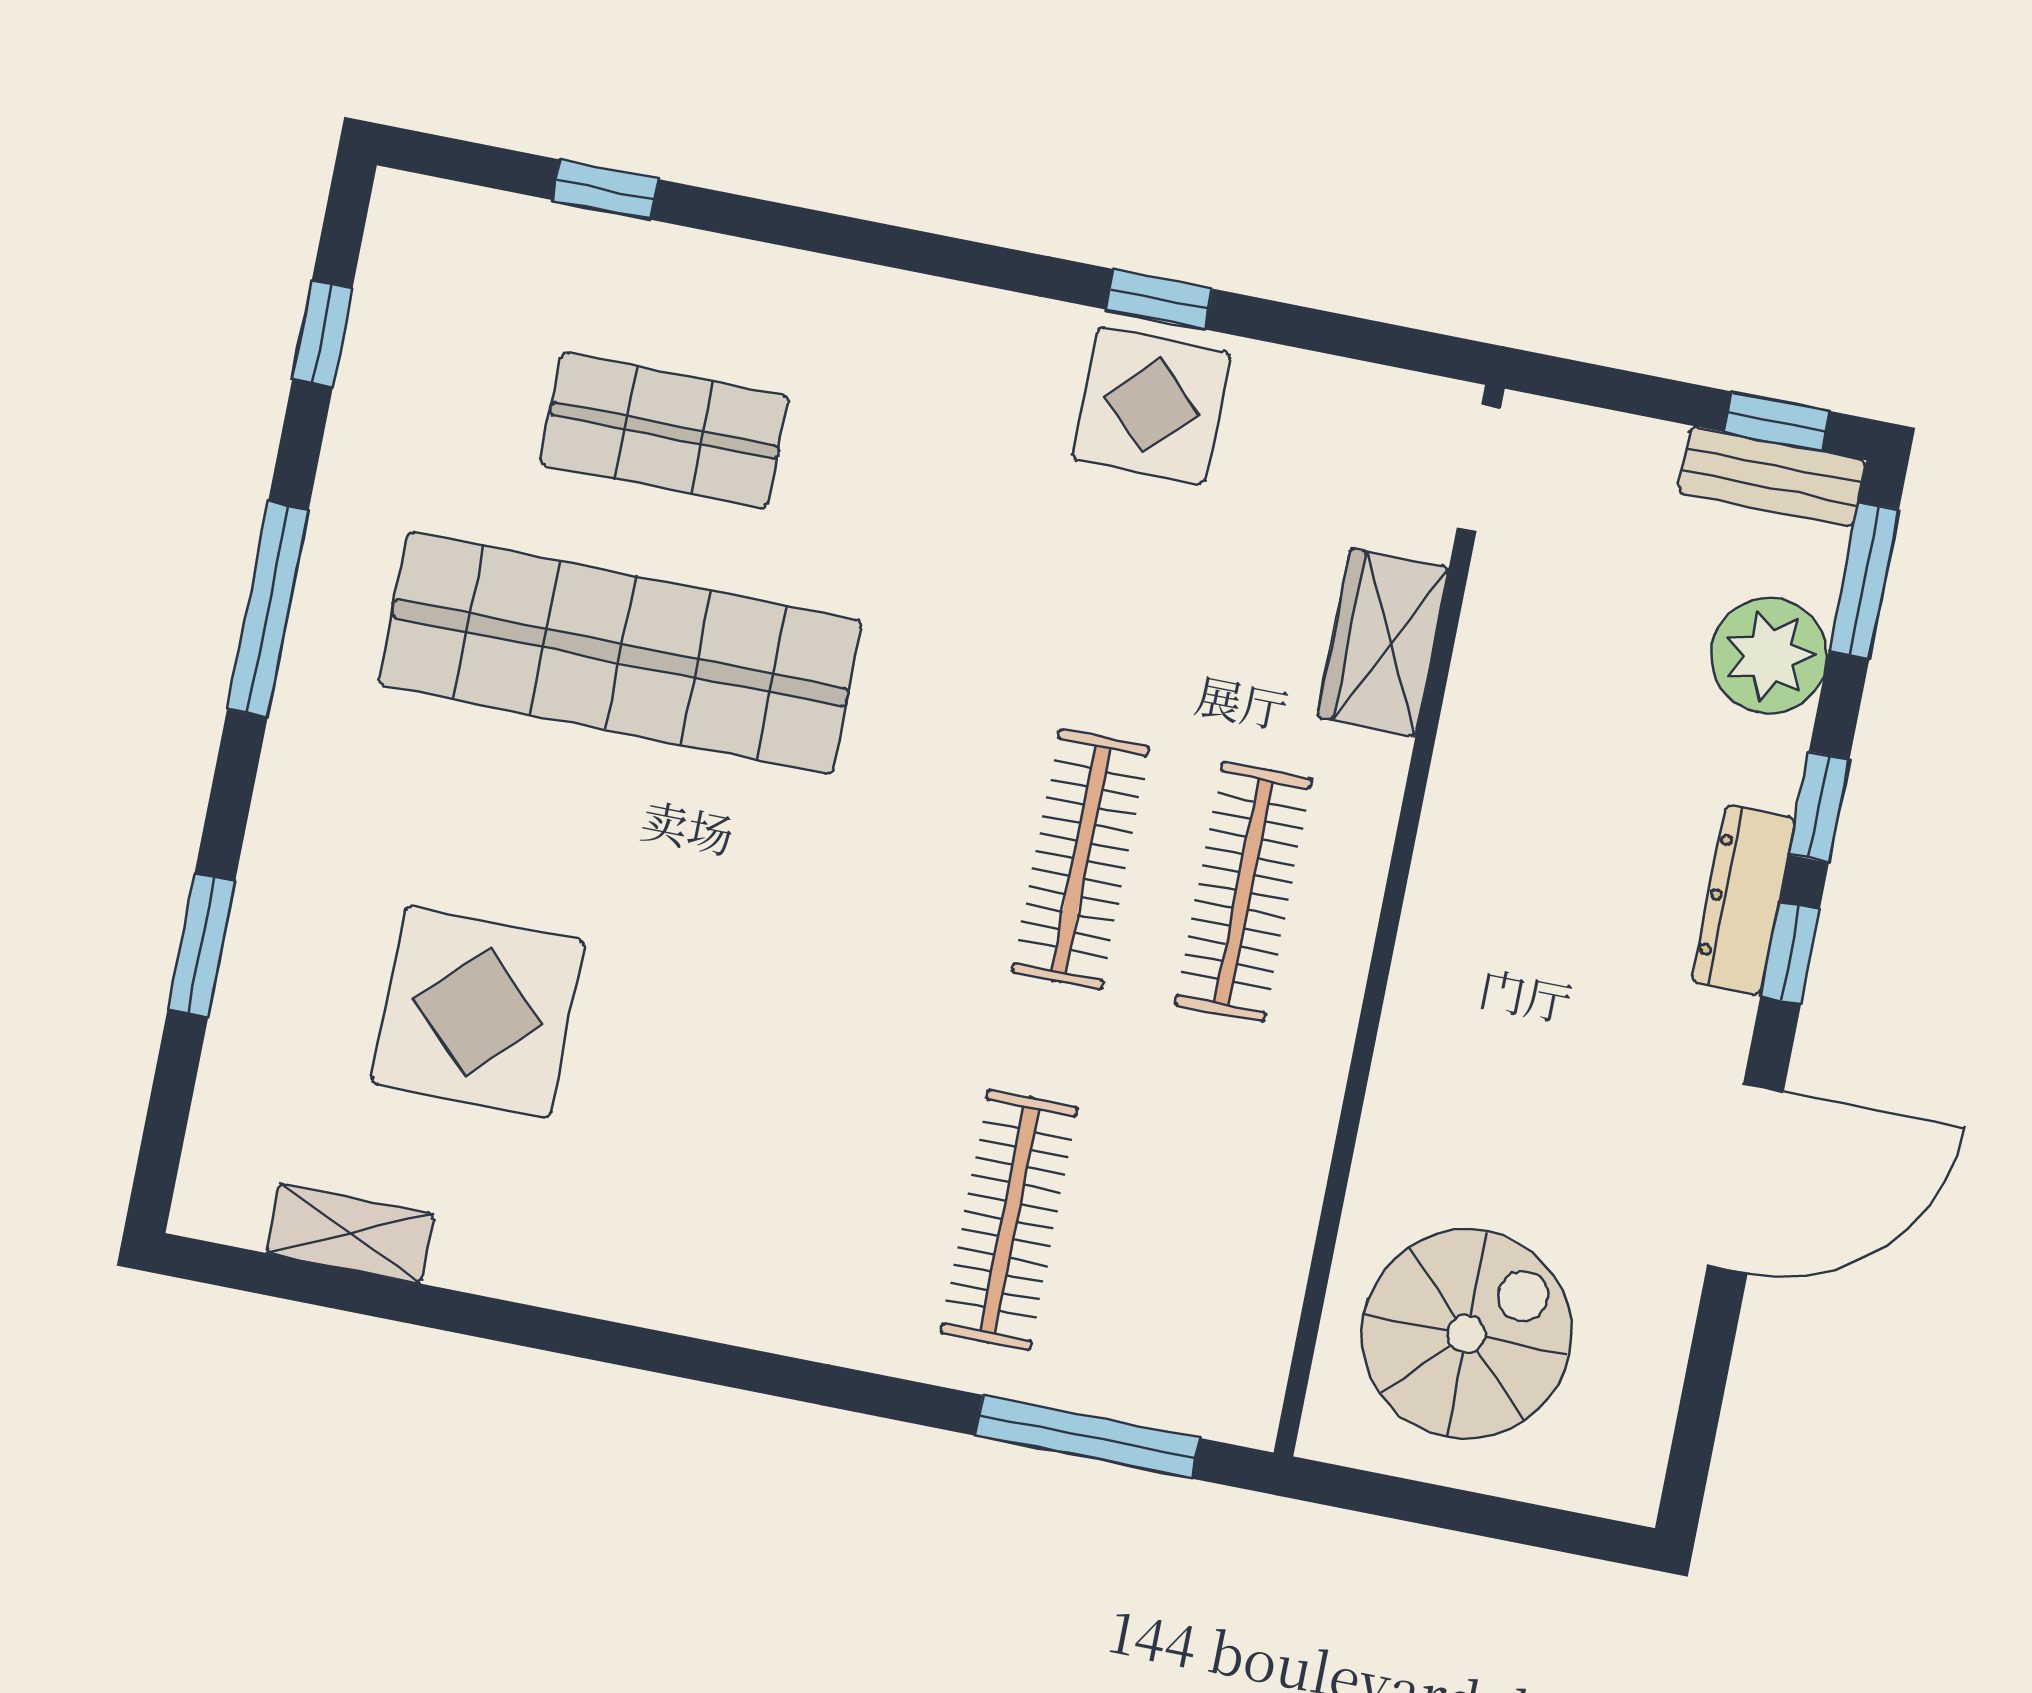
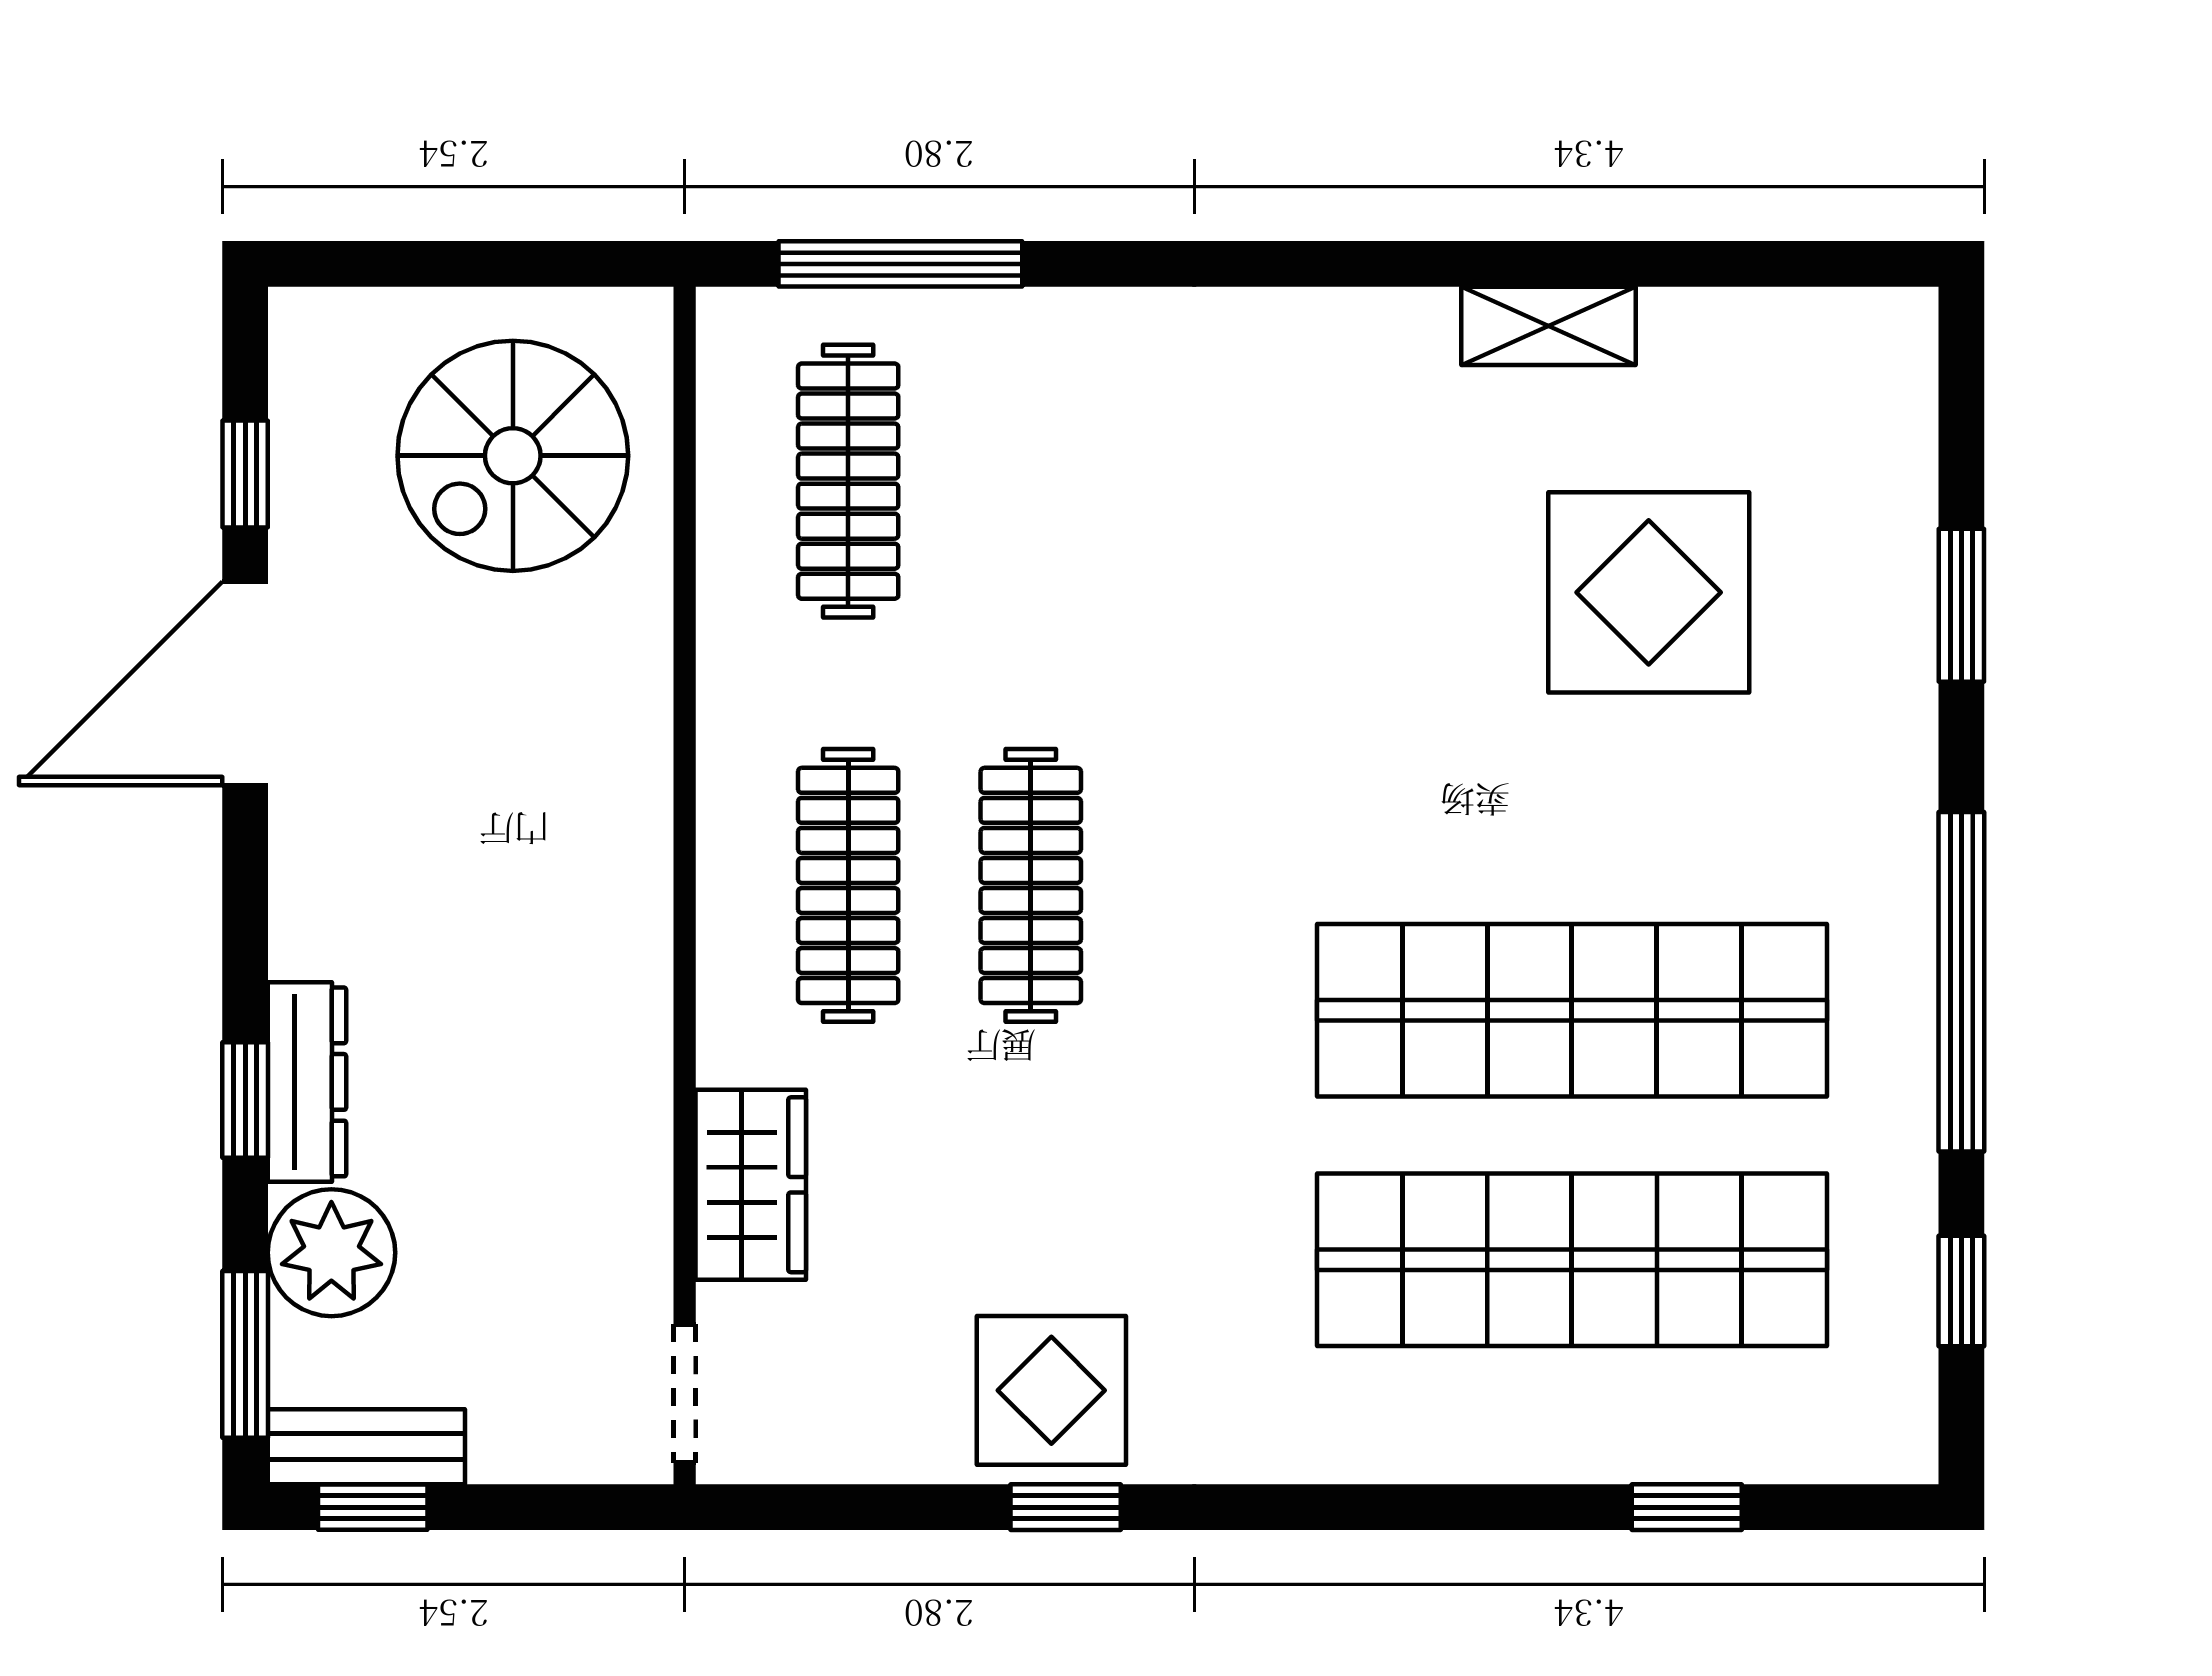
shop shelf: (664, 430) -> (1572, 1260), width x2.00, depth x1.36
window: (268, 609) -> (1961, 982), width x1.46
dresser: (1743, 900) -> (307, 1082), moved
window: (1790, 953) -> (245, 474), moved
clothes rail: (1009, 1220) -> (848, 481), moved
shelving: (350, 1233) -> (1549, 326), moved

